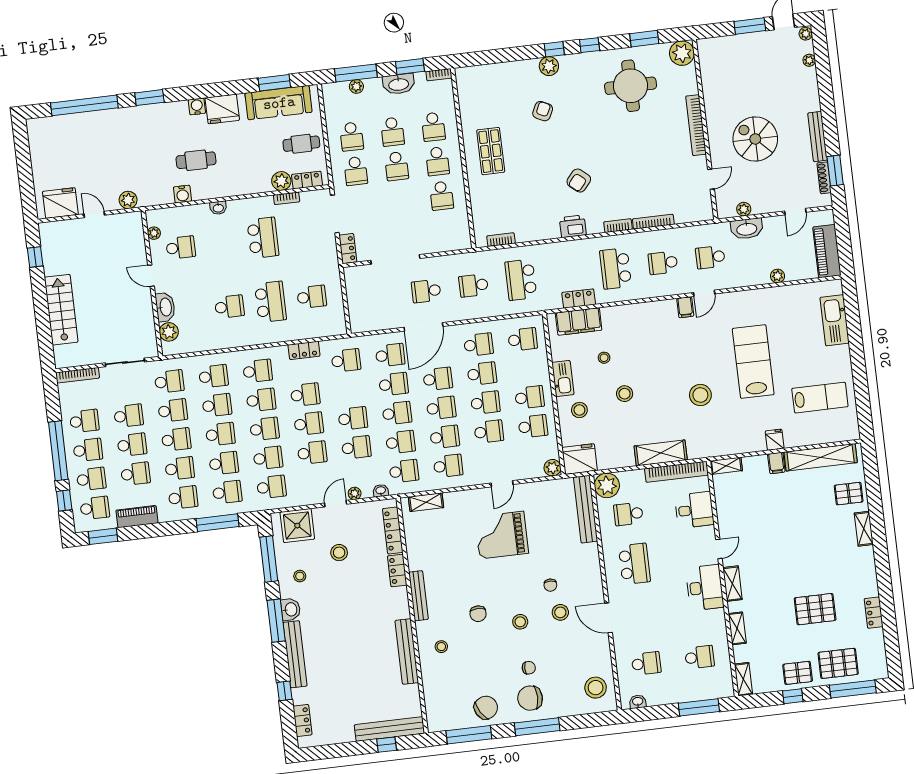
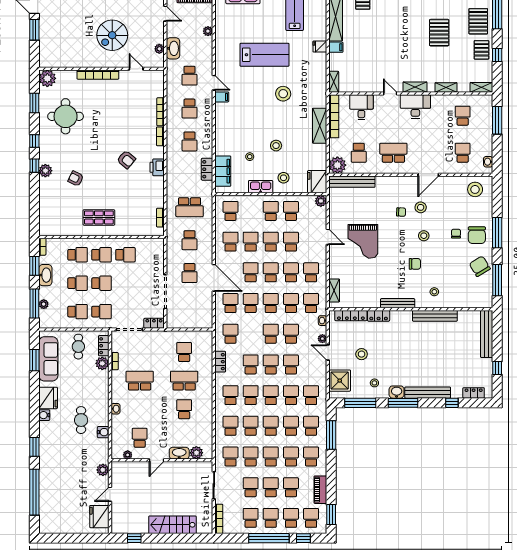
school desk: (616, 268) -> (190, 141), width x0.54
lab bench: (753, 362) -> (265, 55), turned 180
window: (387, 745) -> (497, 368), moved

